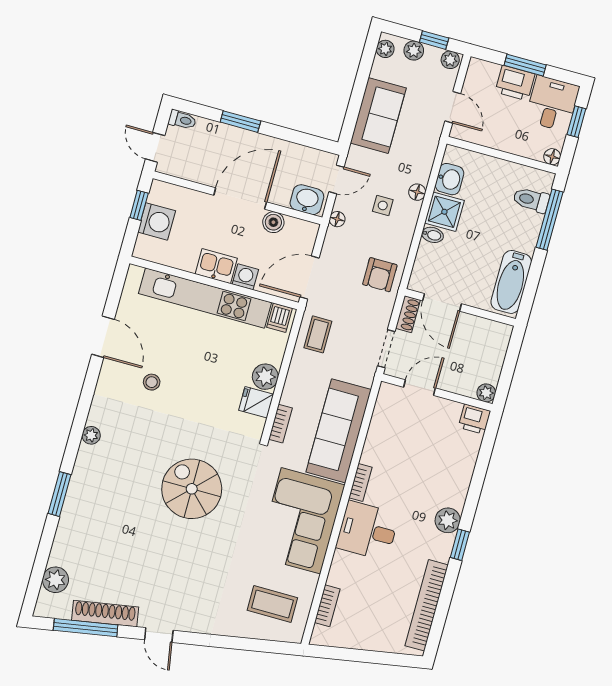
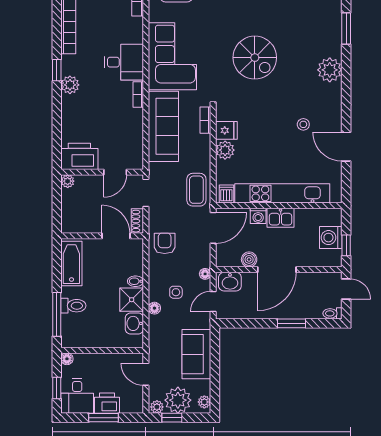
plant: (414, 51) -> (178, 400), width x1.88, depth x1.88
toilet: (531, 200) -> (73, 306), moved
coffee table: (318, 334) -> (196, 190), width x1.36, depth x1.30
printer: (474, 419) -> (79, 156), width x1.87, depth x1.48
plant: (91, 435) -> (330, 70), width x1.88, depth x1.88

